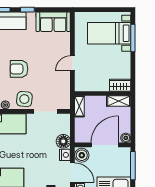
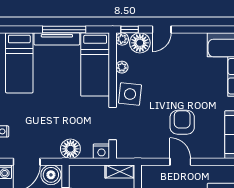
armchair: (19, 69) -> (182, 122), moved
nightstand: (65, 155) -> (101, 151), moved

